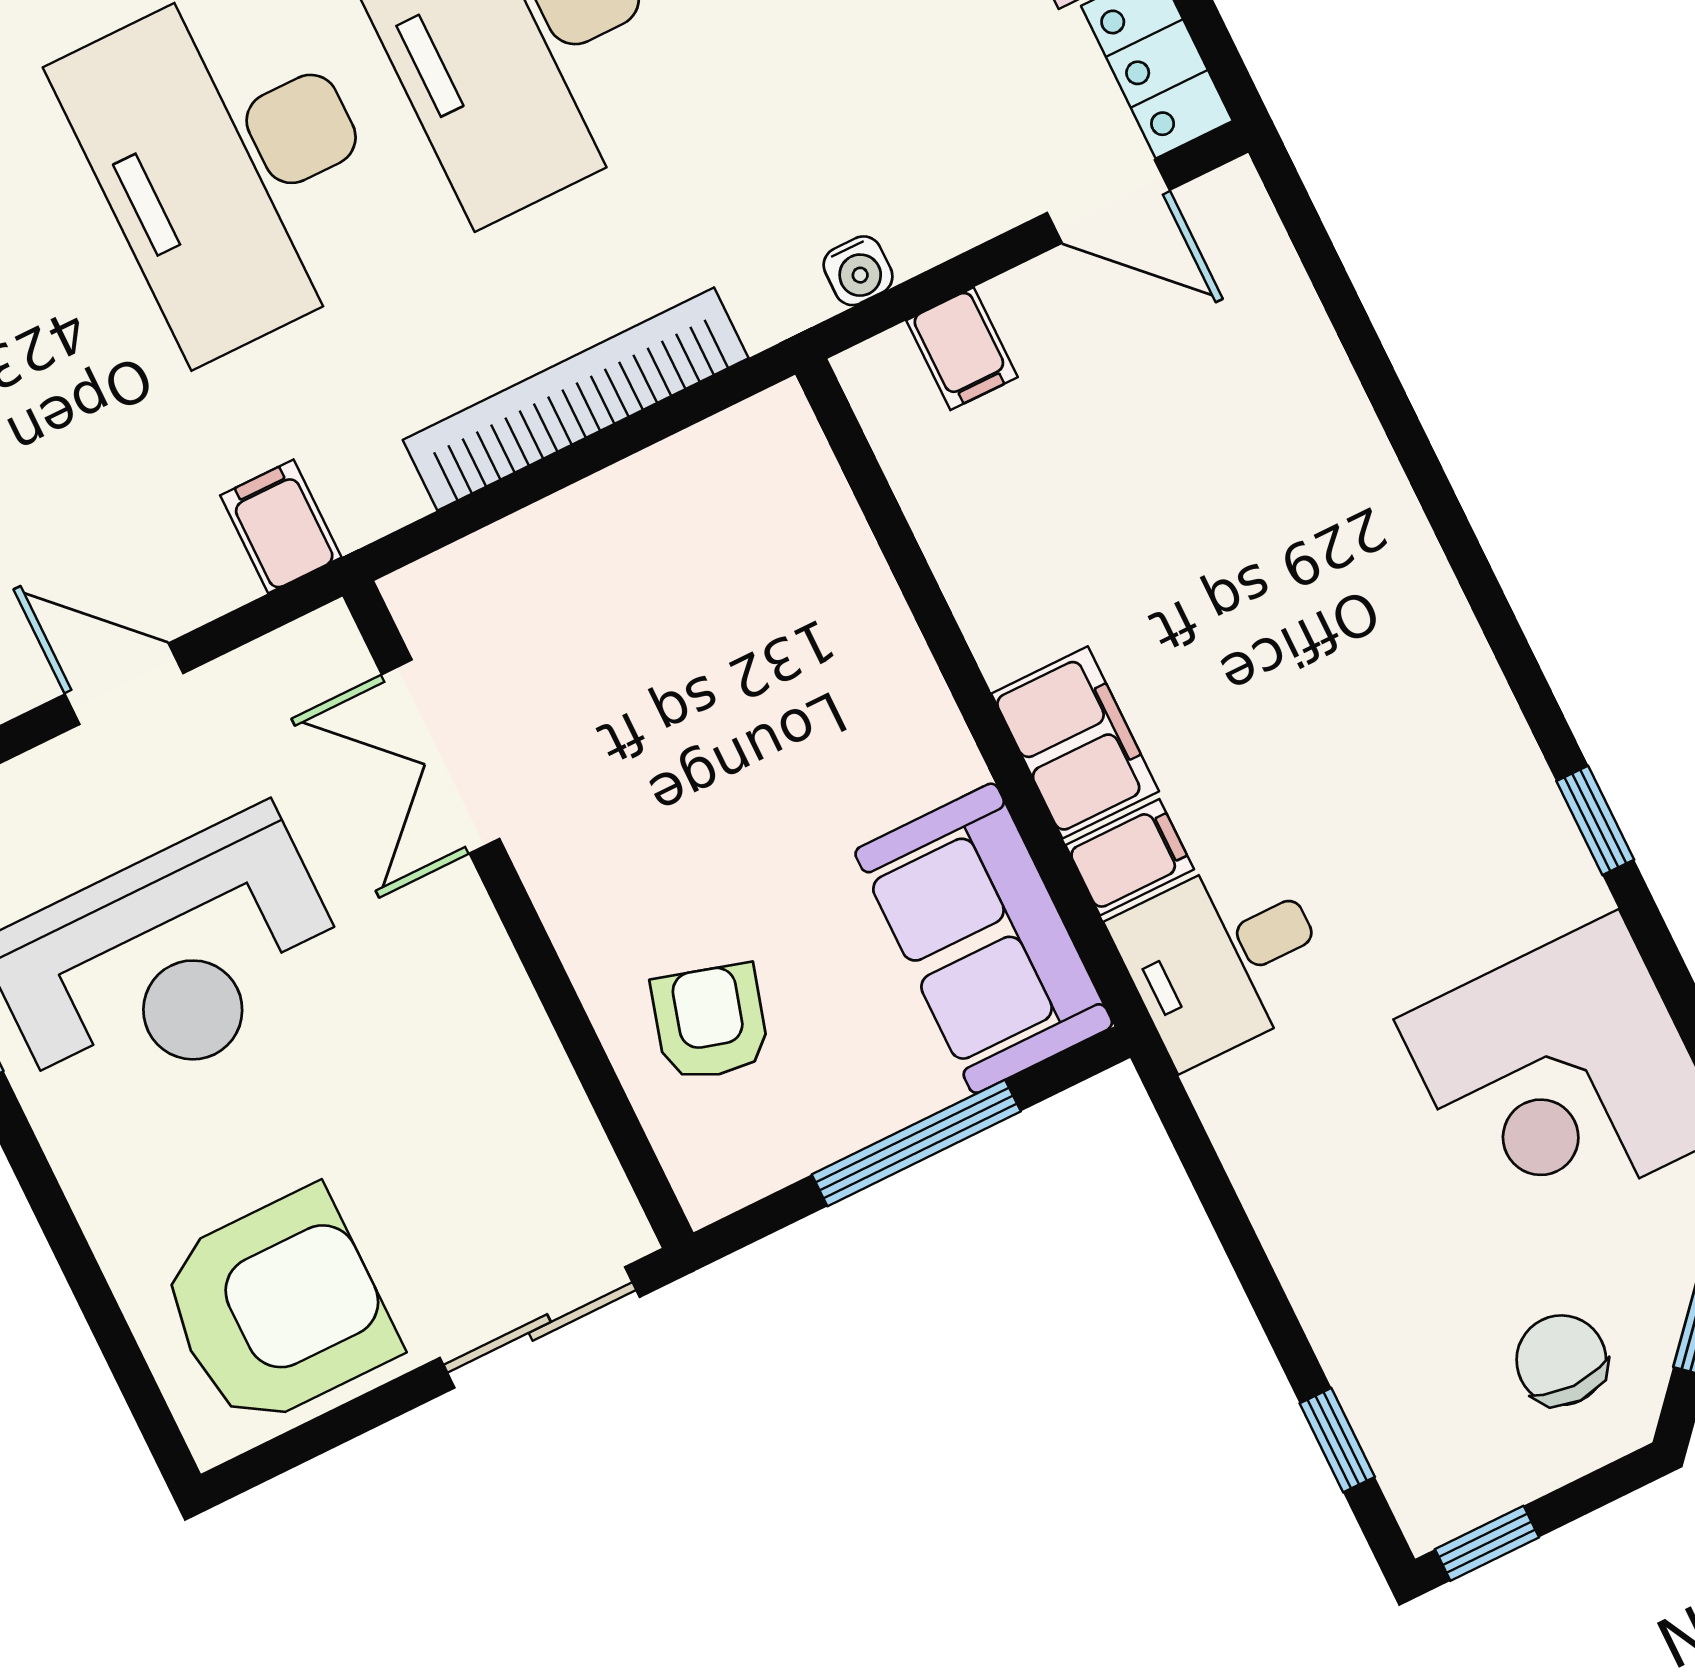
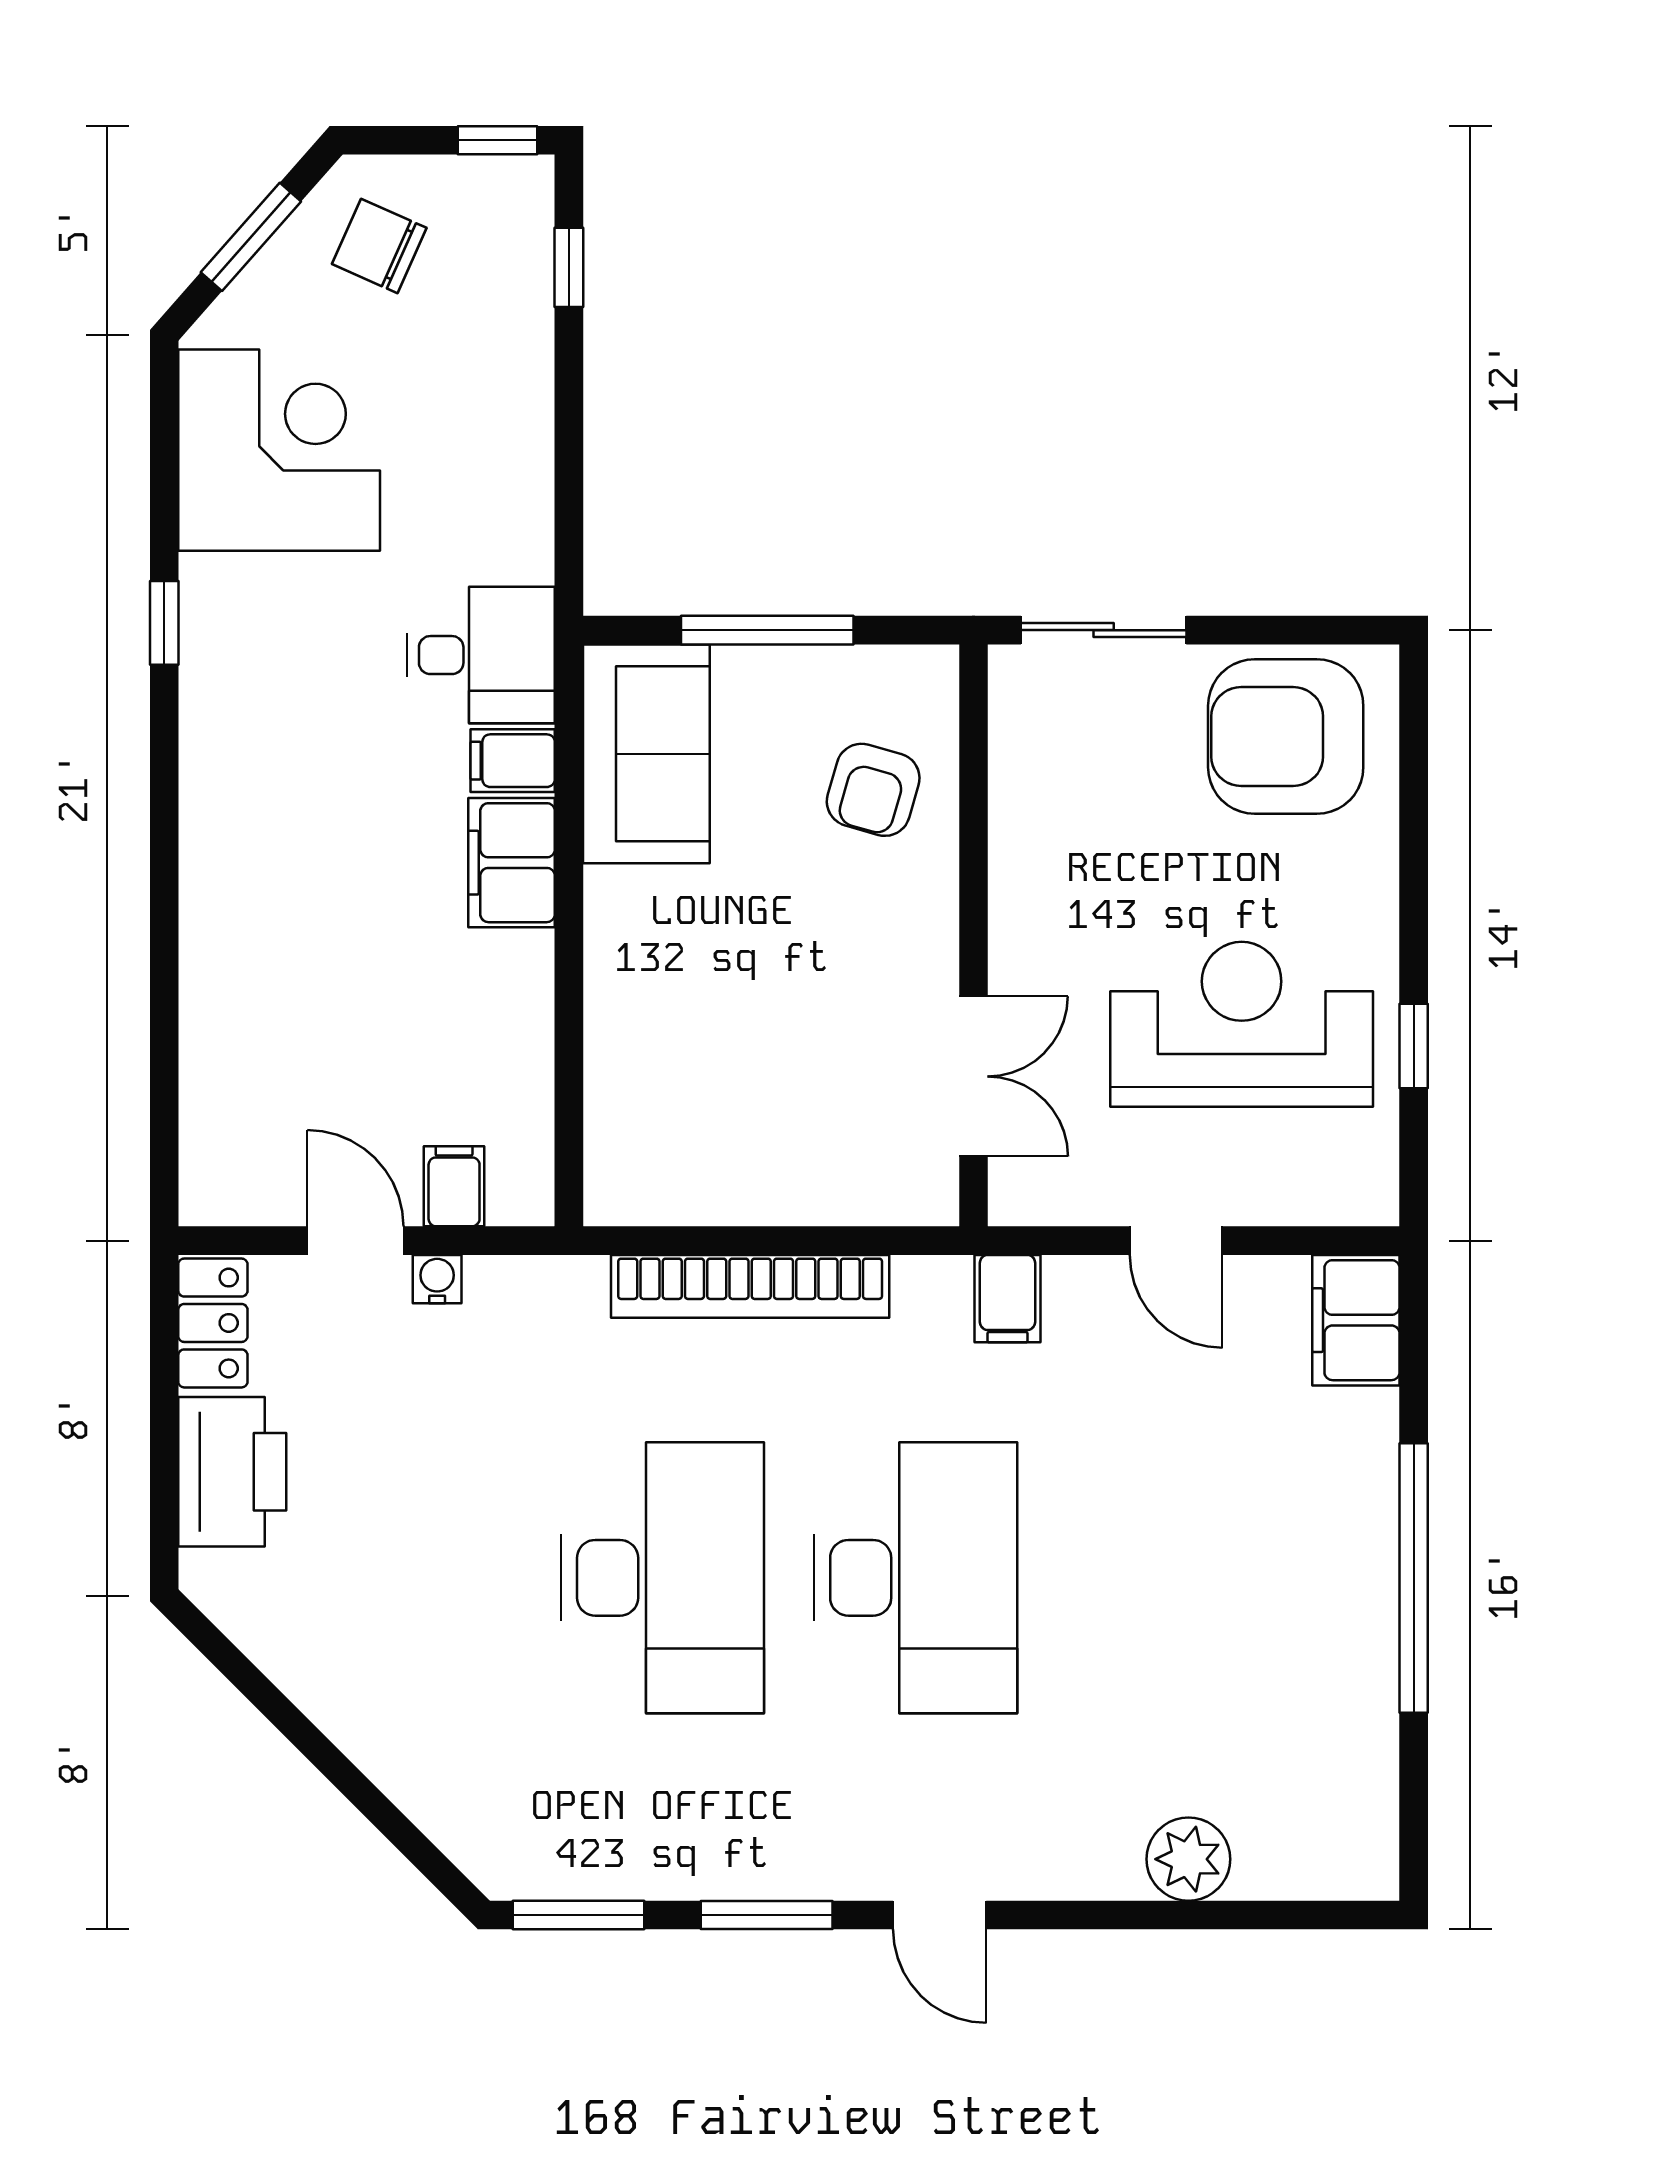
door: (1108, 201) -> (355, 1241), moved
water cooler: (858, 271) -> (437, 1279), moved
chair: (1561, 1360) -> (379, 246), turned 114

